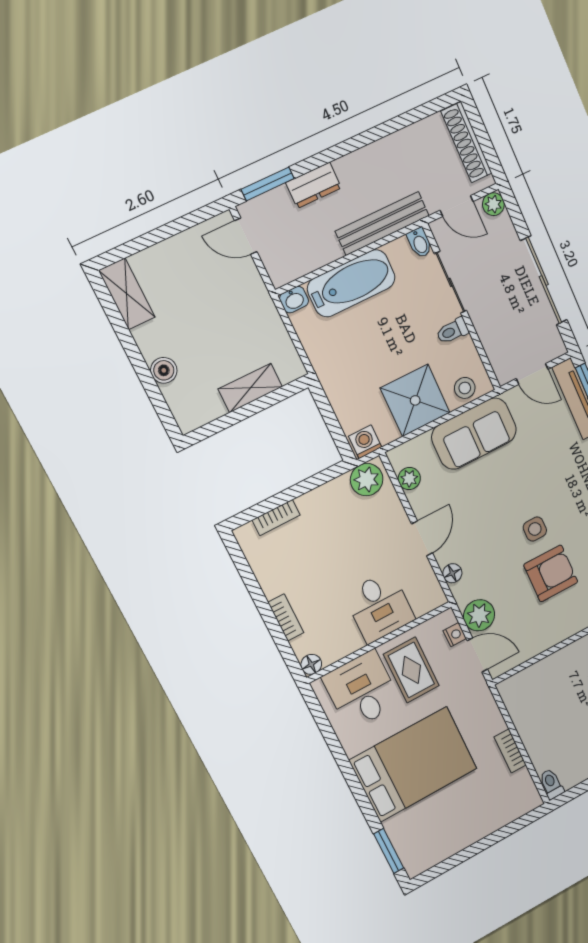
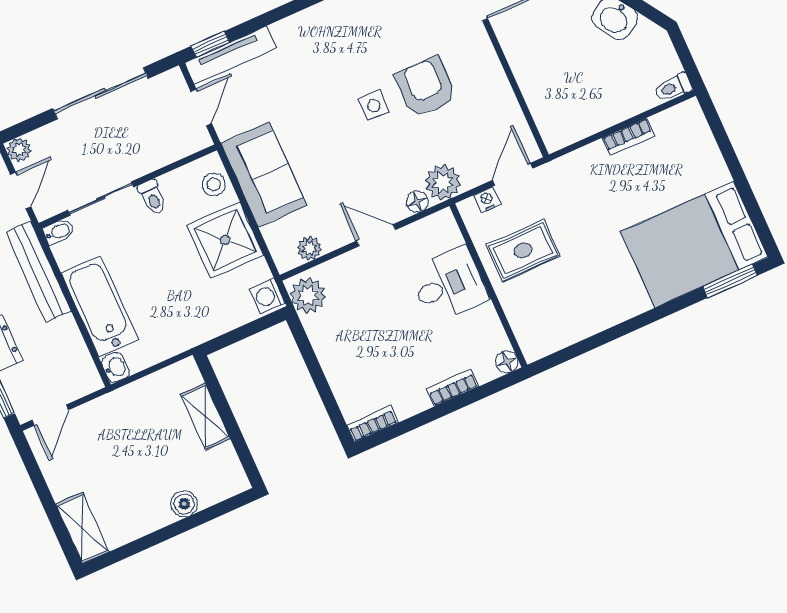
shelving: (127, 294) -> (82, 528), moved, turned 90
bookcase: (276, 518) -> (372, 424), moved, turned -90
plant: (479, 615) -> (443, 182), moved
desk: (362, 690) -> (541, 307), removed
bed: (413, 764) -> (695, 244), moved, turned -90

